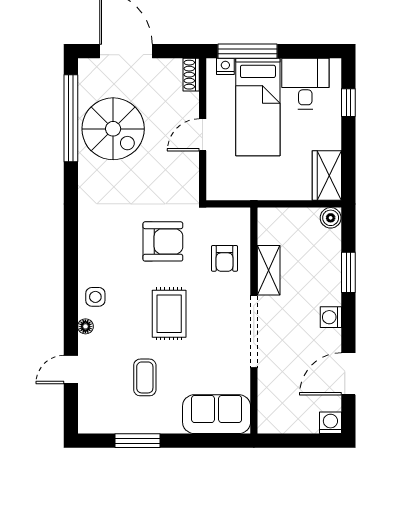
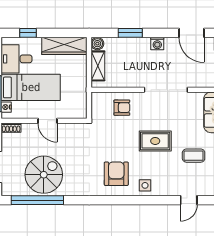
wardrobe: (327, 176) -> (64, 46), width x1.50
armchair: (163, 241) -> (116, 174), moved
shelving: (269, 270) -> (98, 66), moved, turned 90
floor lamp: (85, 326) -> (163, 191), removed
door: (71, 370) -> (189, 200), hinge flipped

